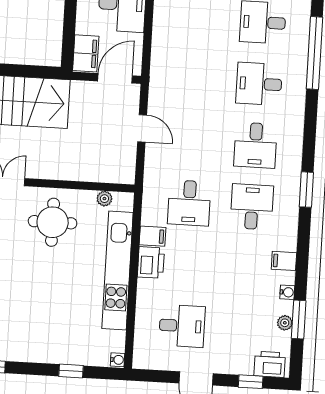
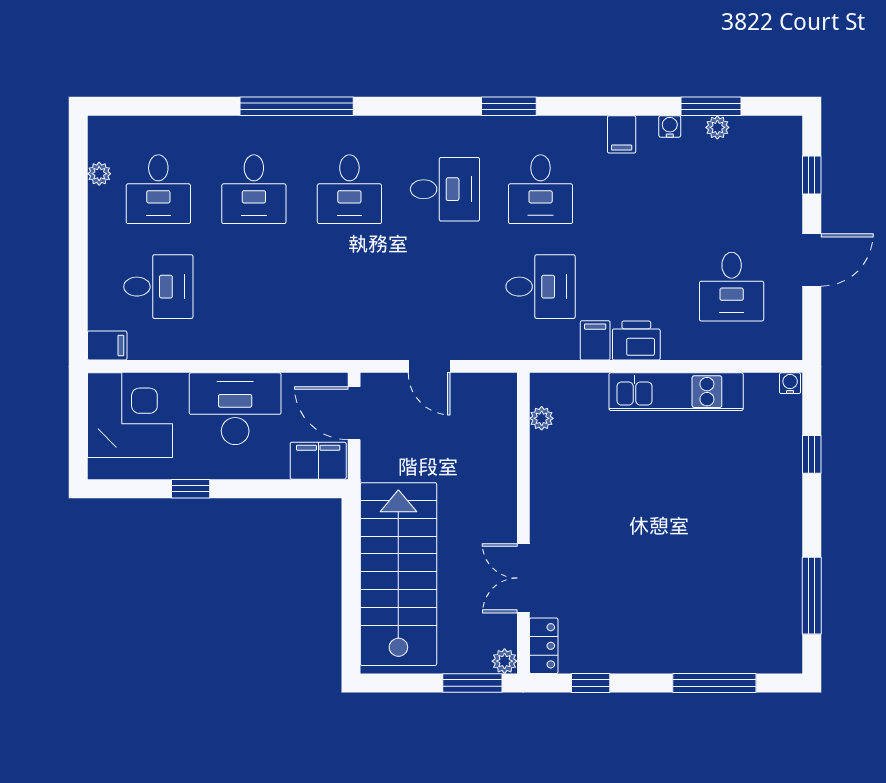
door: (142, 128) -> (429, 366), swing flipped
desk: (252, 207) -> (541, 189), turned -90
round table: (53, 222) -> (583, 497), removed
kitchen unit: (117, 270) -> (676, 392), width x0.73
desk: (182, 326) -> (732, 287), turned 180
printer: (270, 364) -> (783, 147), removed

